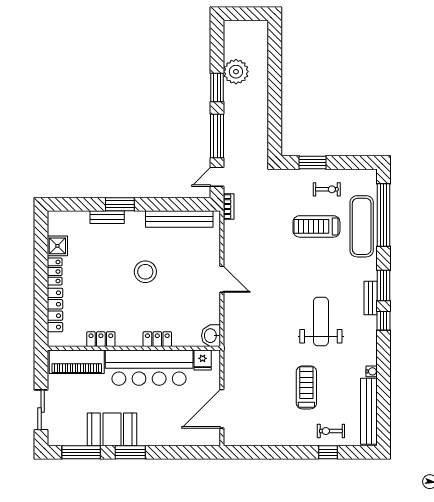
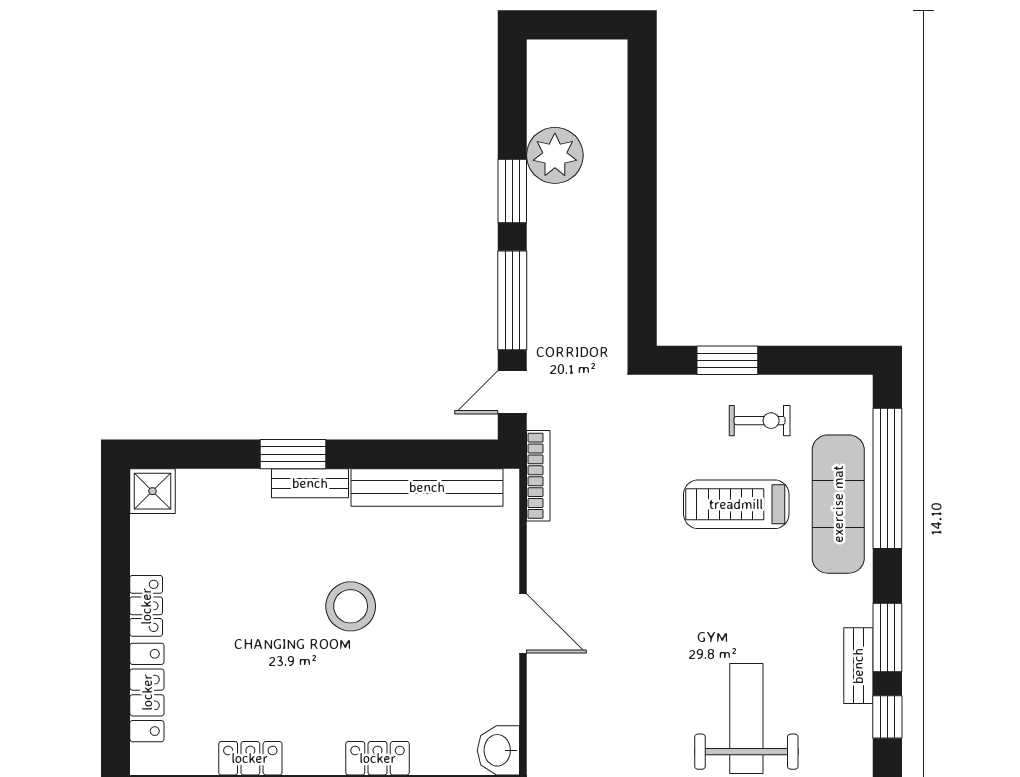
bookcase: (229, 207) -> (538, 476), width x1.56
bench: (107, 217) -> (310, 483), moved
shower: (57, 246) -> (152, 491), moved

